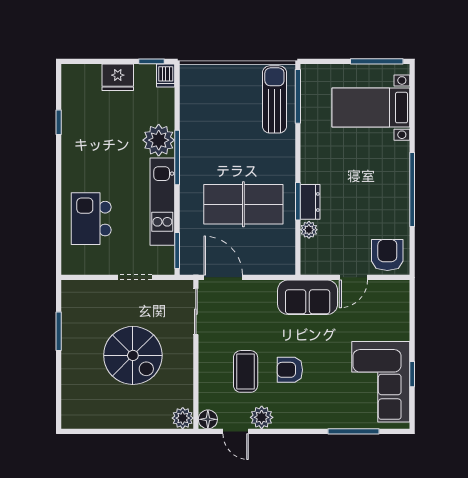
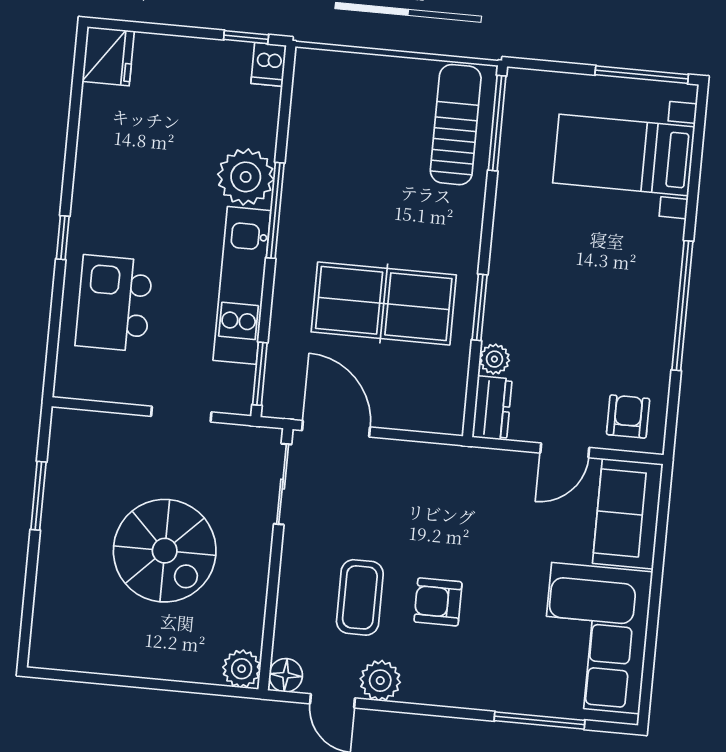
fridge: (118, 77) -> (108, 56), moved, turned -90
window: (59, 122) -> (63, 238), moved
dresser: (310, 202) -> (492, 408), moved
armchair: (387, 255) -> (628, 417), width x0.72, depth x0.72
sofa: (308, 297) -> (628, 514), moved, turned 90
window: (412, 374) -> (652, 630), removed

